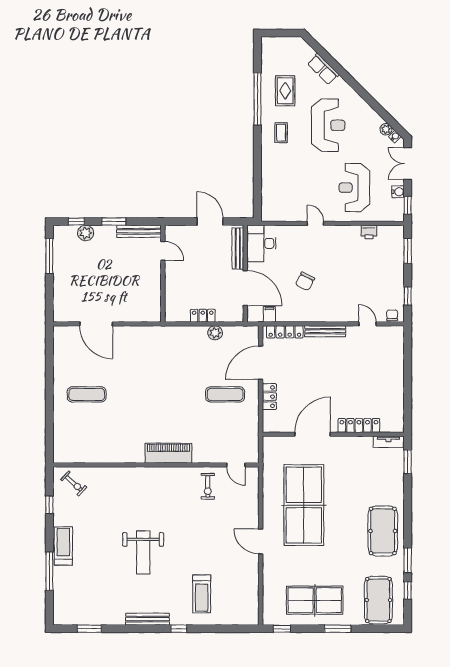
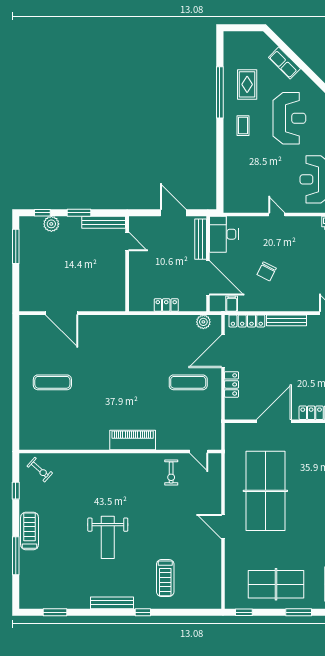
plant: (215, 333) -> (203, 322), moved

